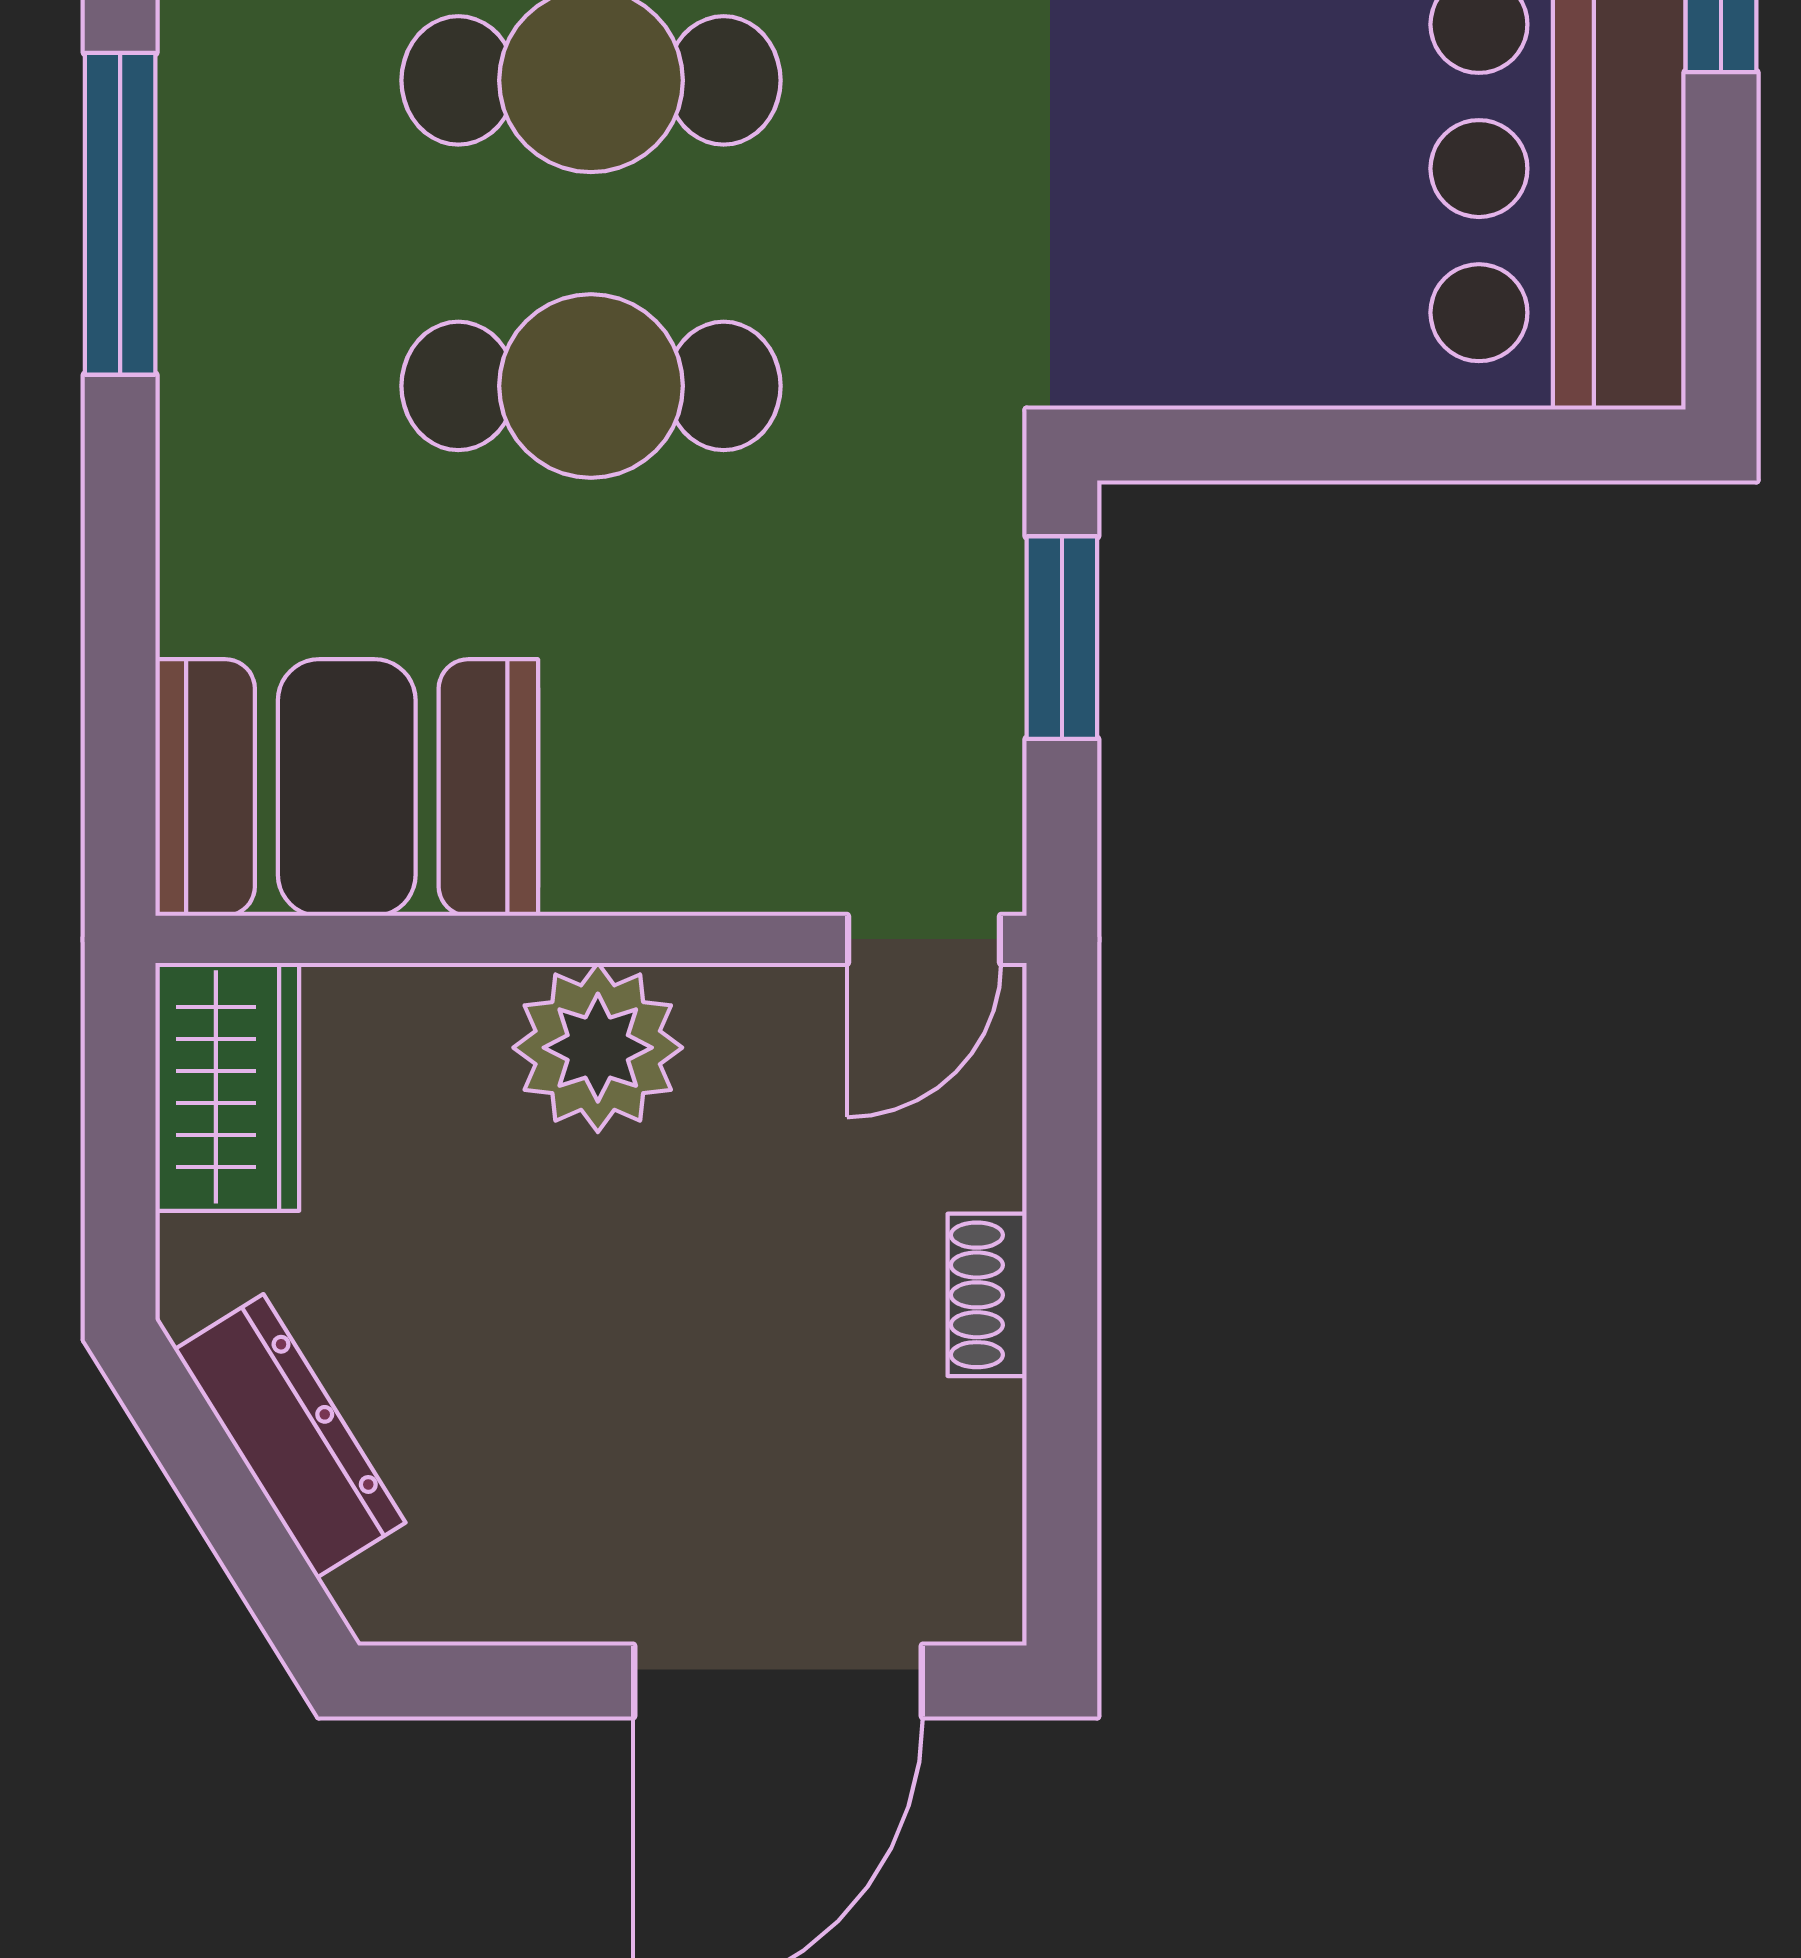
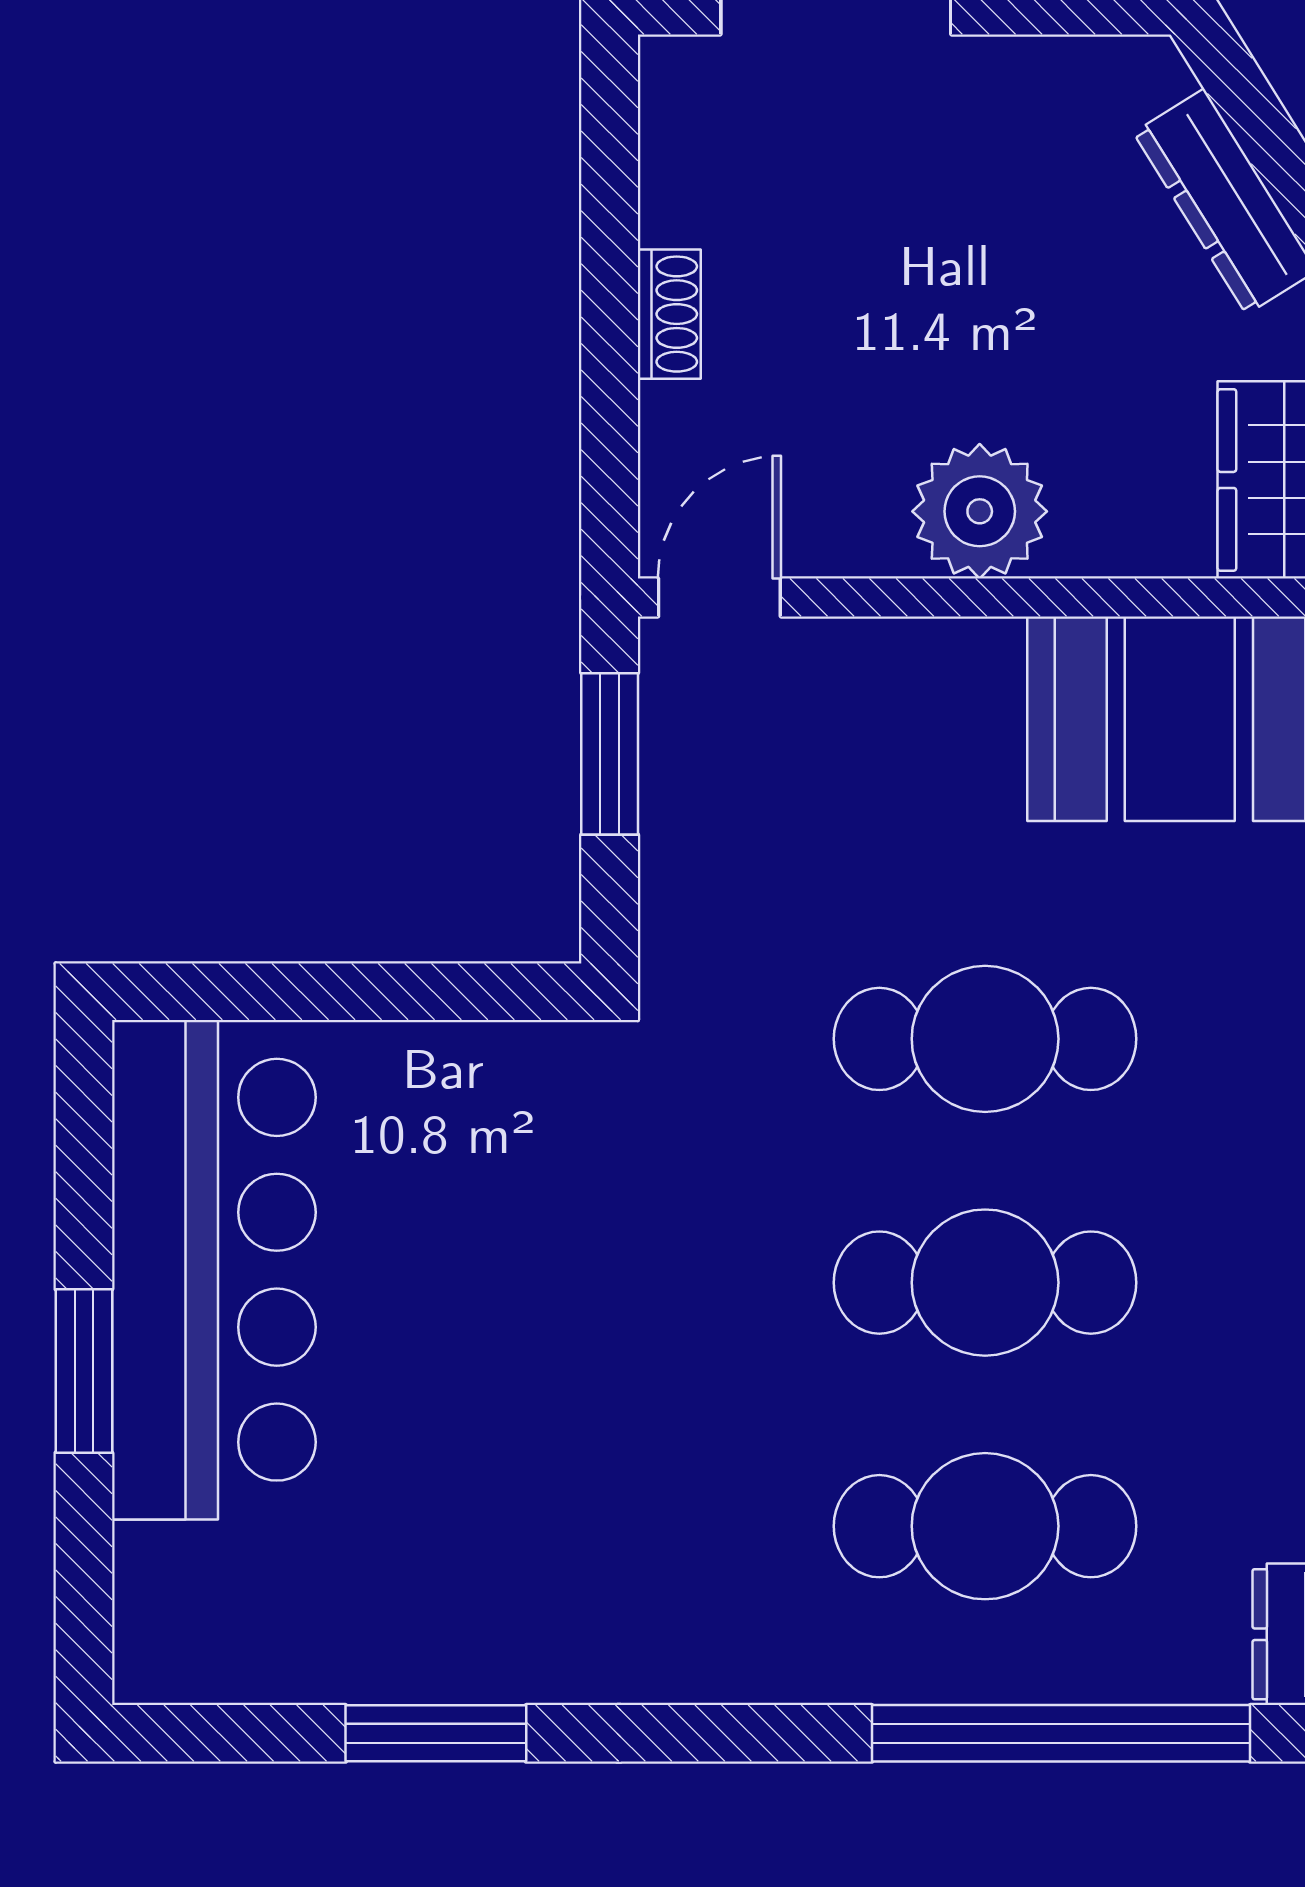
window: (1062, 638) -> (610, 754), moved

